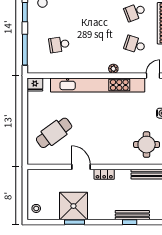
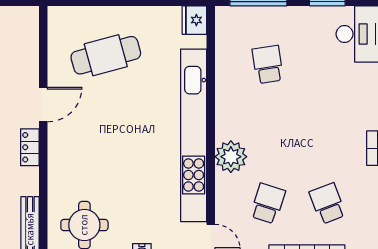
plant: (113, 69) -> (231, 157), width x1.87, depth x1.87
cafe table: (54, 133) -> (106, 55), turned -69

